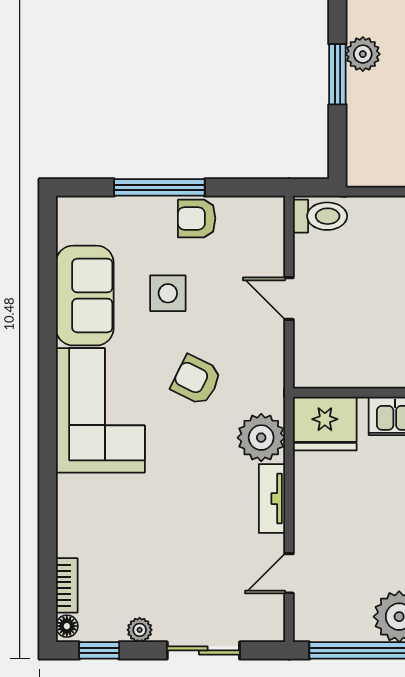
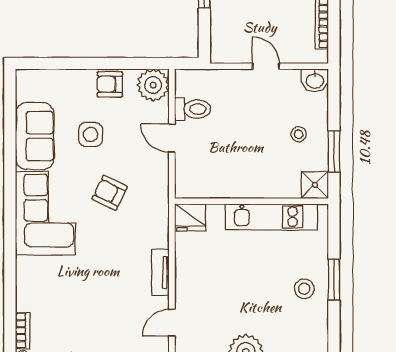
window: (159, 187) -> (85, 63), removed
toilet: (320, 216) -> (193, 109), moved
fridge: (325, 424) -> (190, 217), width x0.73, depth x0.75
plant: (261, 438) -> (153, 85), moved

